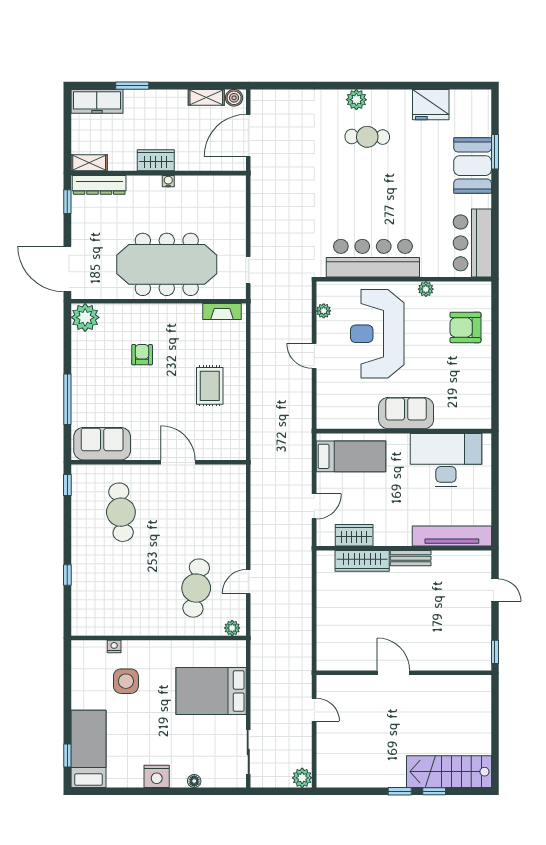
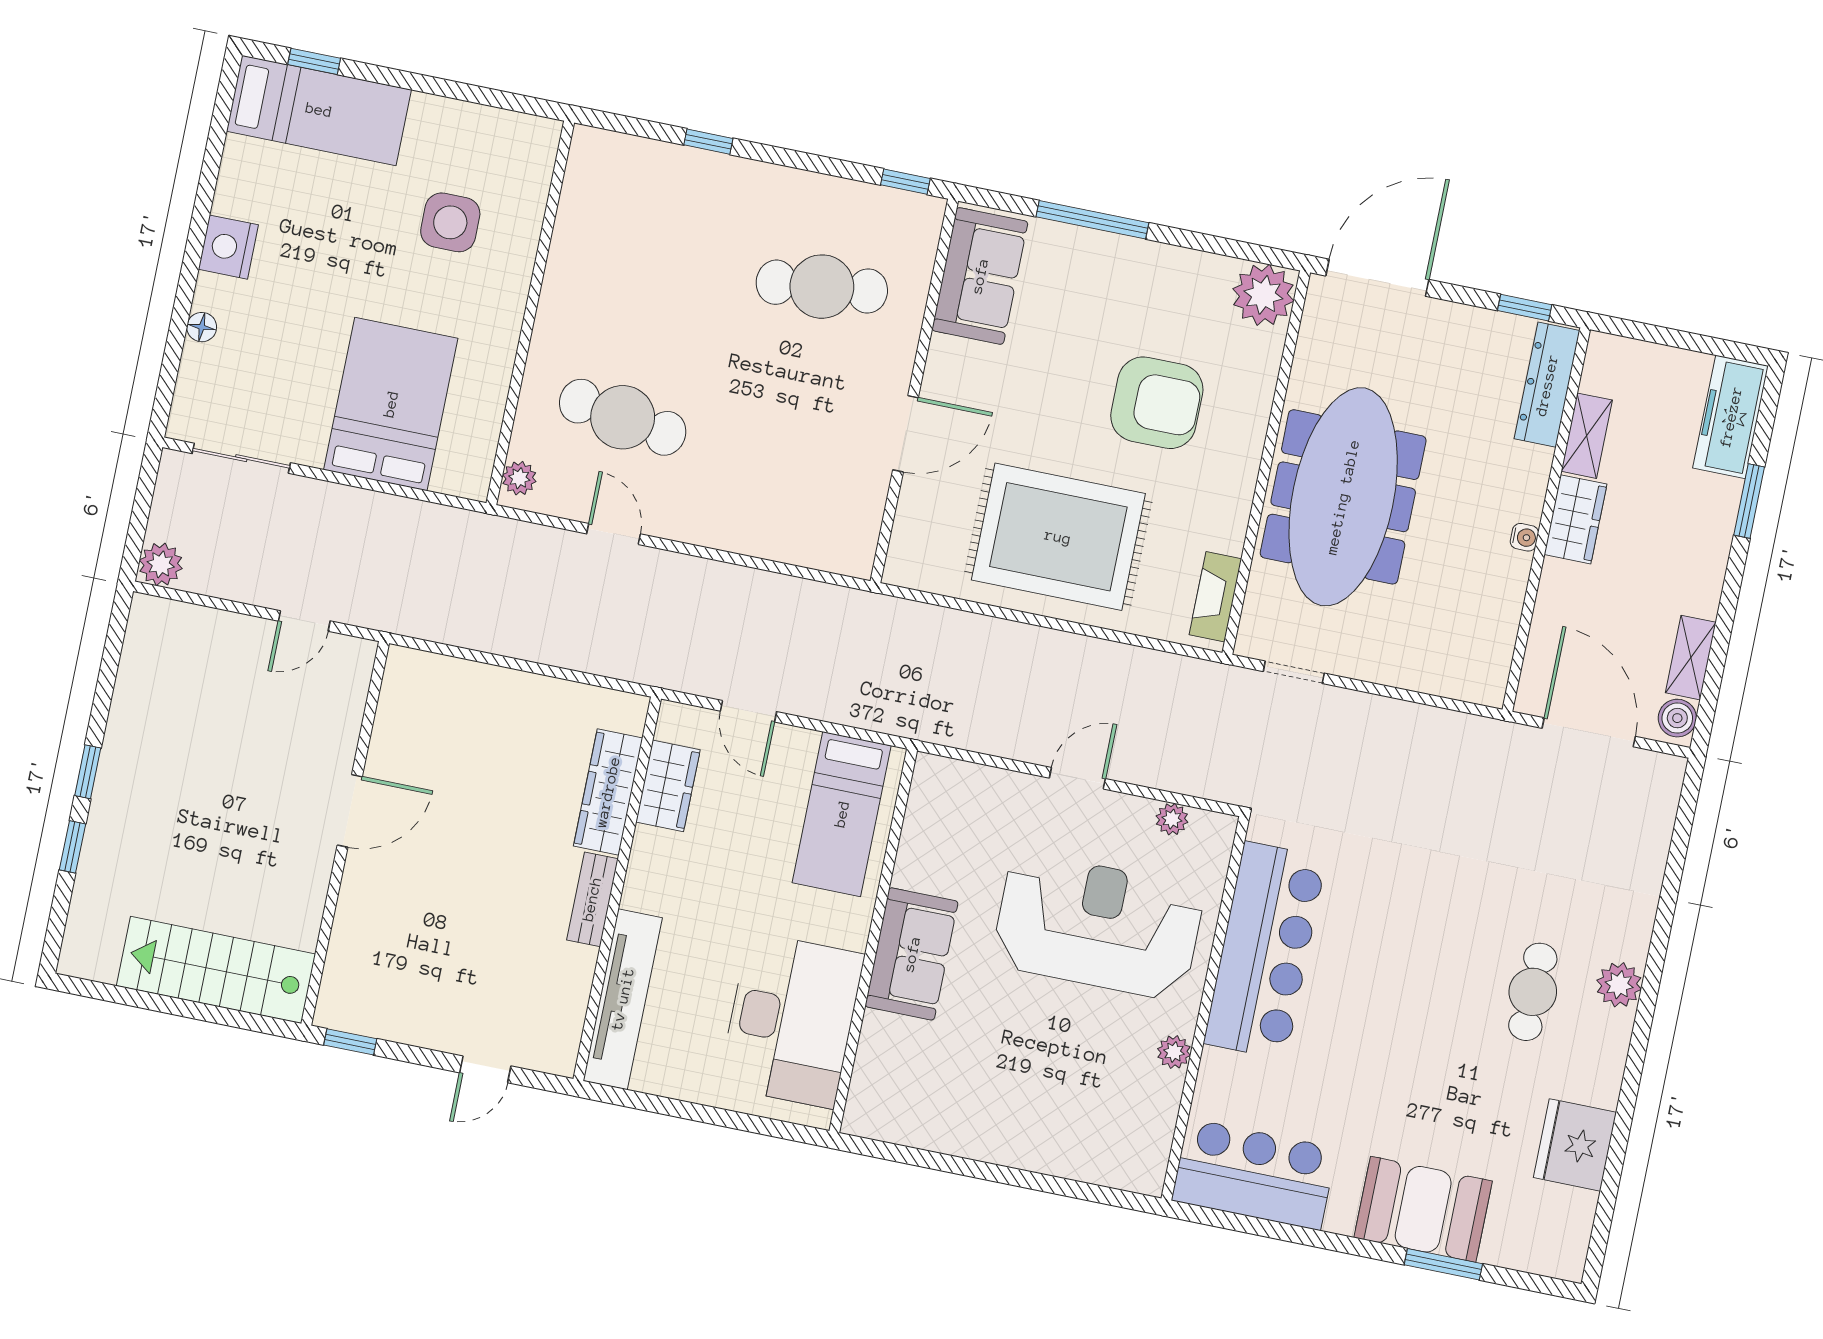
shelving: (89, 163) -> (1587, 436), moved
armchair: (465, 327) -> (1072, 1122), removed
armchair: (142, 355) -> (1157, 403), width x1.88, depth x1.88
rug: (210, 386) -> (1058, 537), width x1.86, depth x2.06
nightstand: (114, 646) -> (531, 212), removed
stairs: (449, 772) -> (216, 970), moved, turned -90

